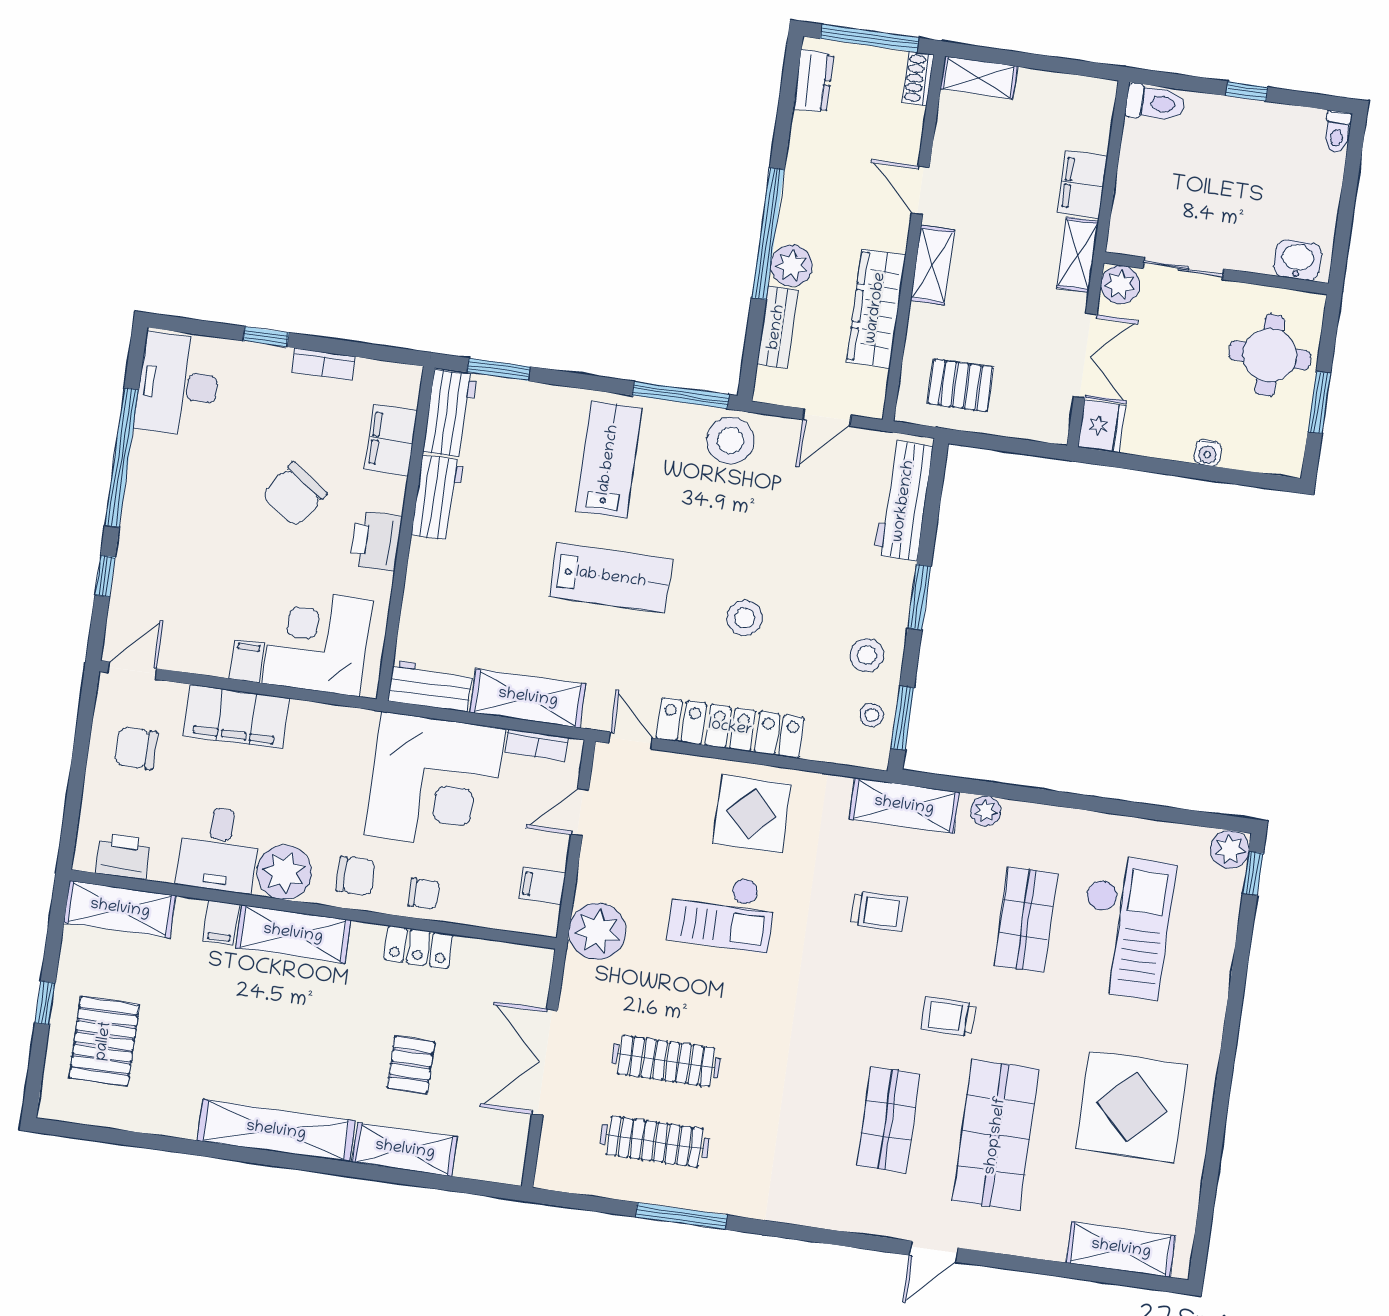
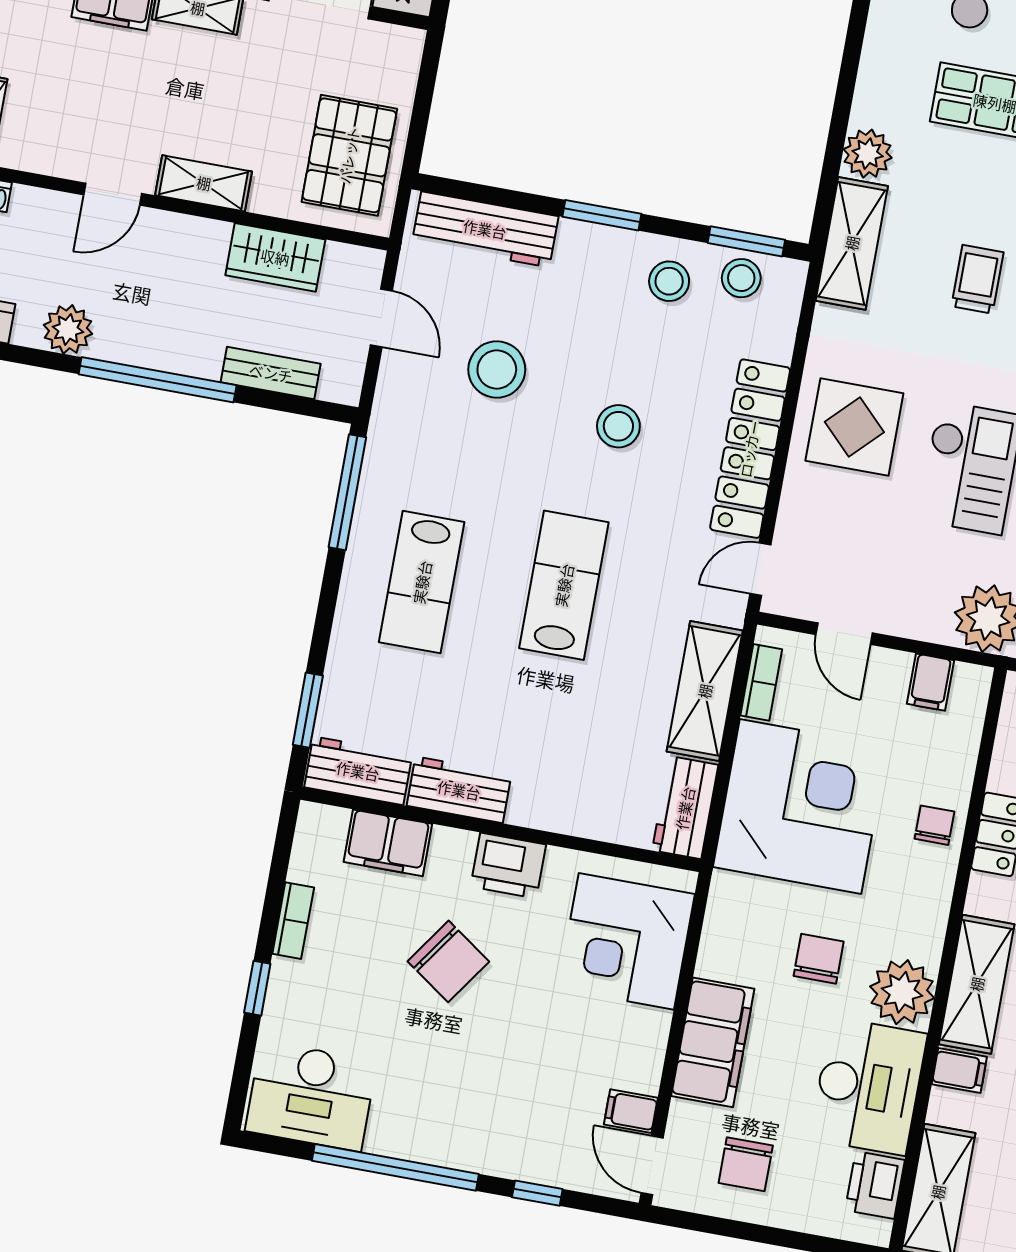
plant: (791, 266) -> (68, 329), moved
wardrobe: (876, 308) -> (275, 257), width x0.67
pallet: (961, 385) -> (349, 155), width x1.50, depth x1.42
stool: (730, 440) -> (497, 369), moved
lab bench: (609, 460) -> (422, 582), turned -90
filing cabinet: (247, 661) -> (631, 1111), moved
stool: (872, 715) -> (741, 278), width x1.37, depth x1.37
plant: (986, 811) -> (868, 154), width x1.38, depth x1.38
desk: (219, 849) -> (868, 1086), width x1.37
chair: (356, 876) -> (819, 959), moved

